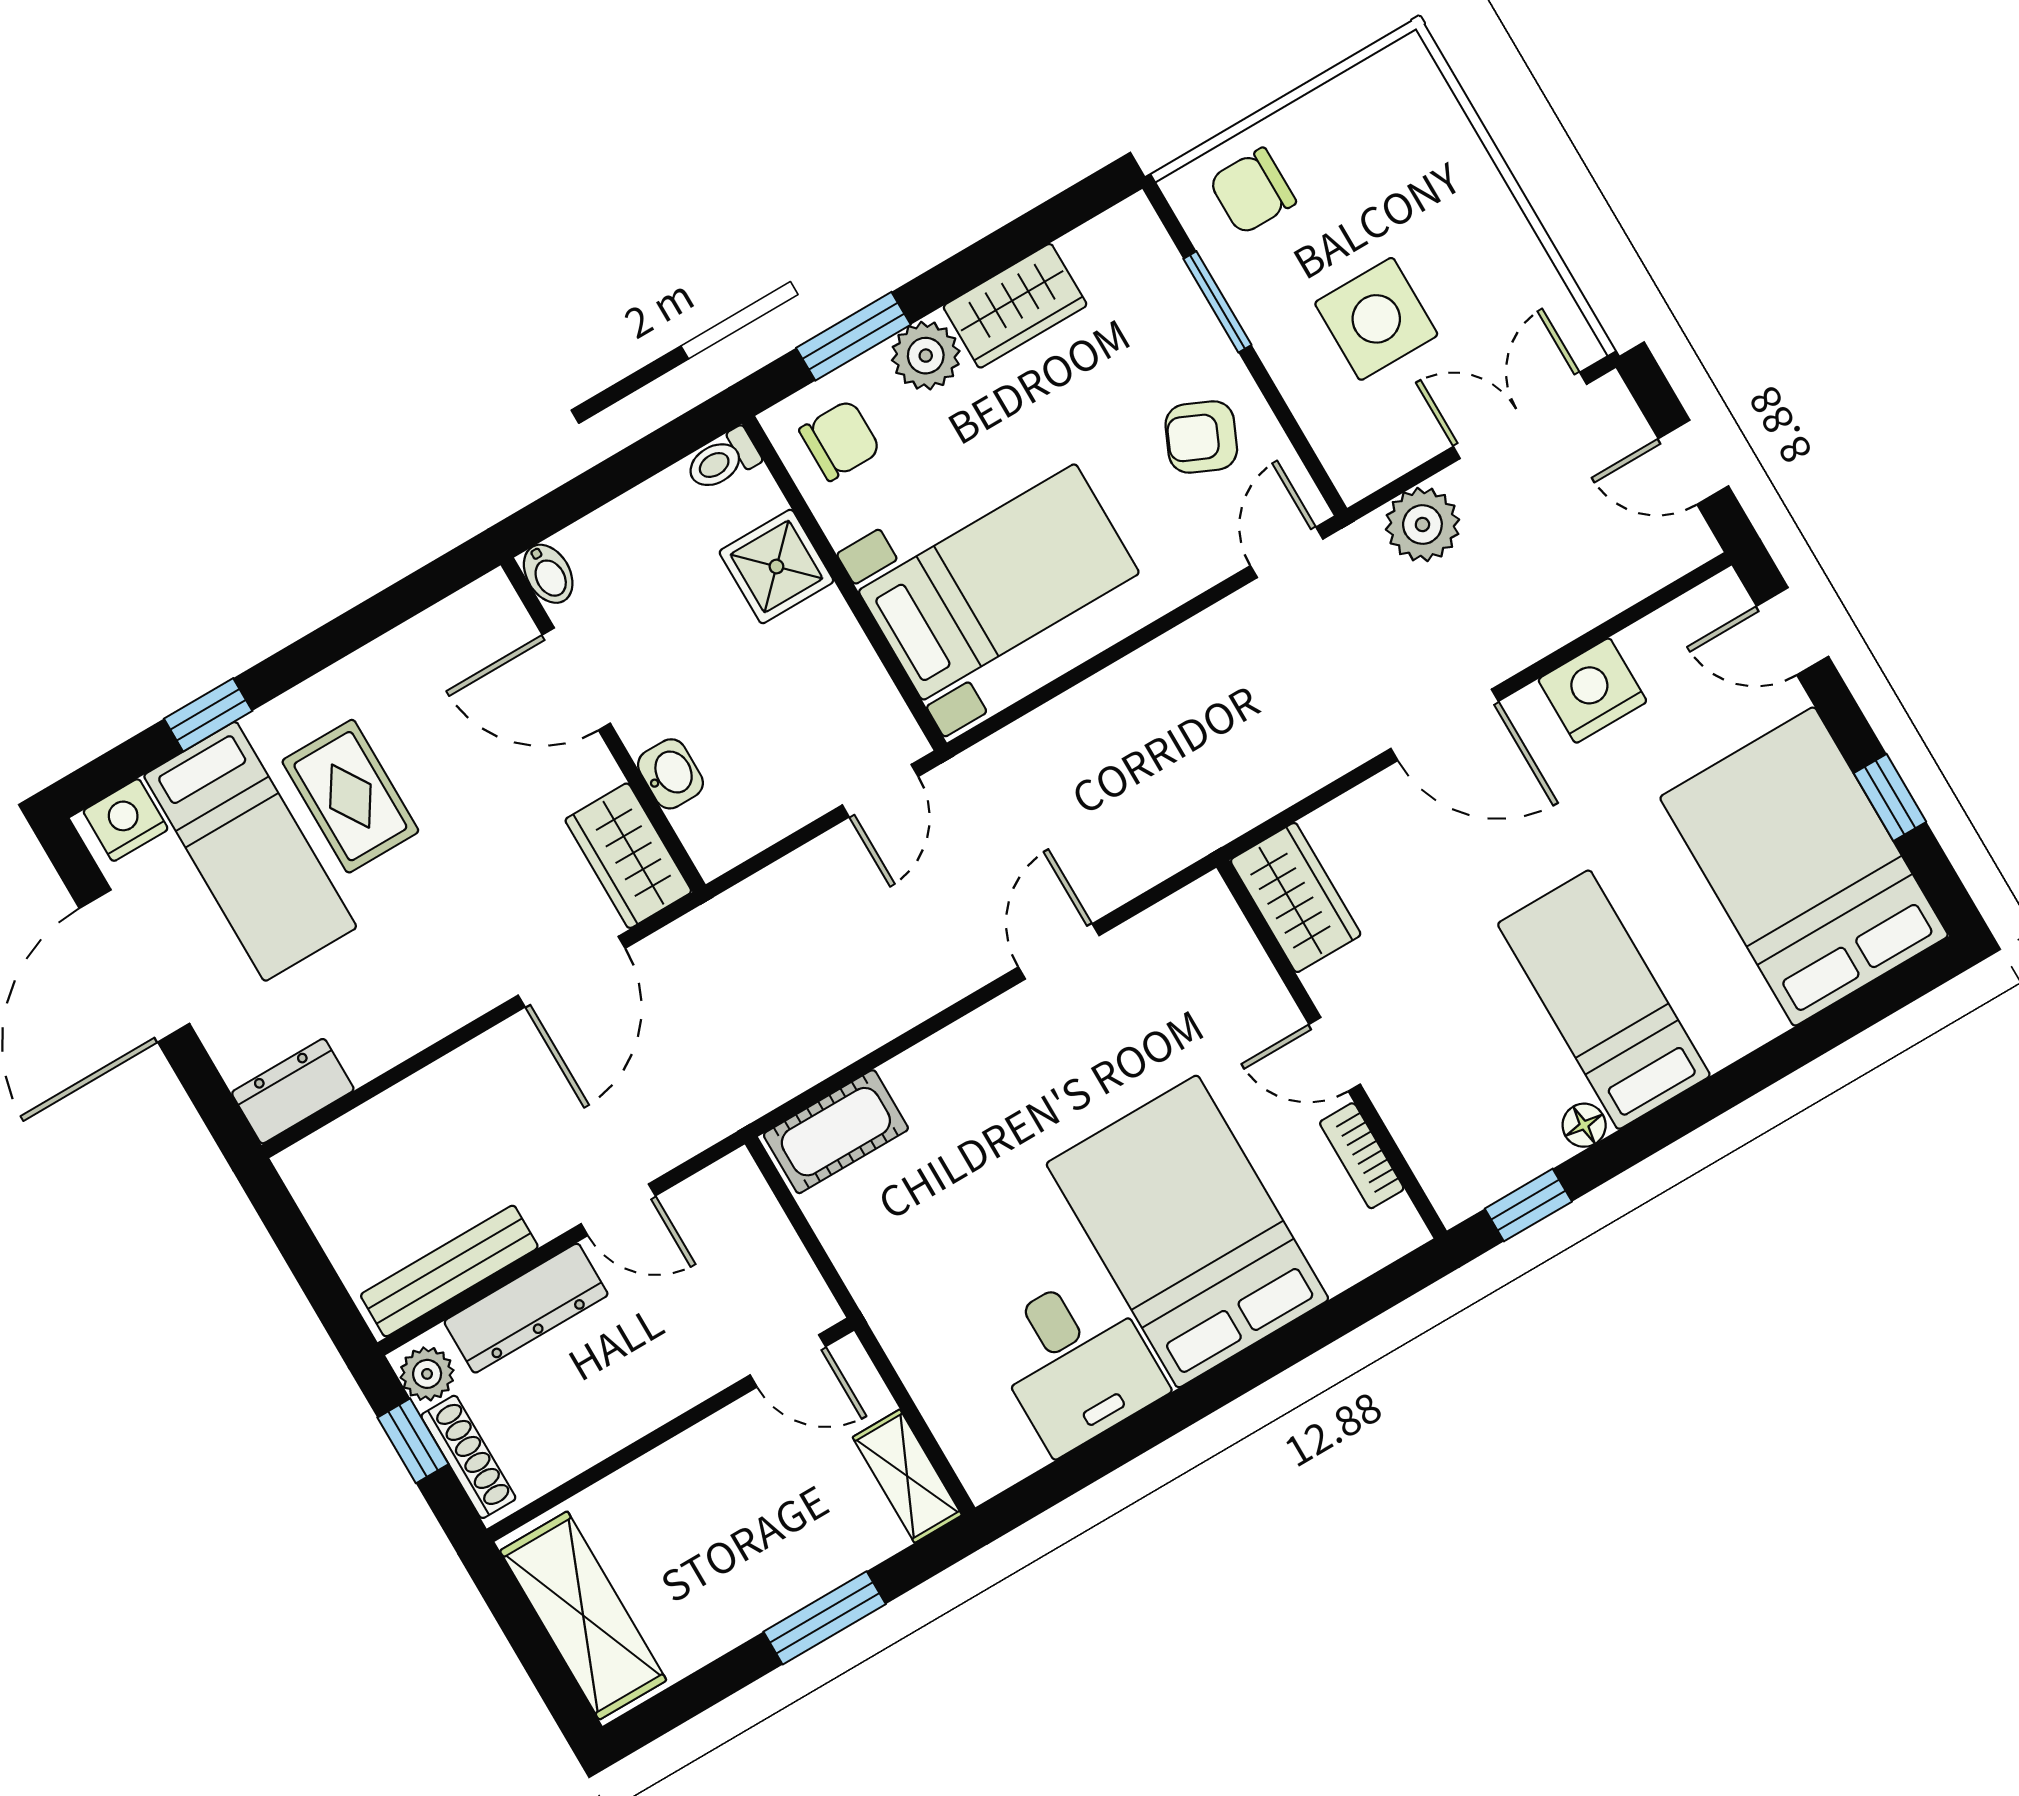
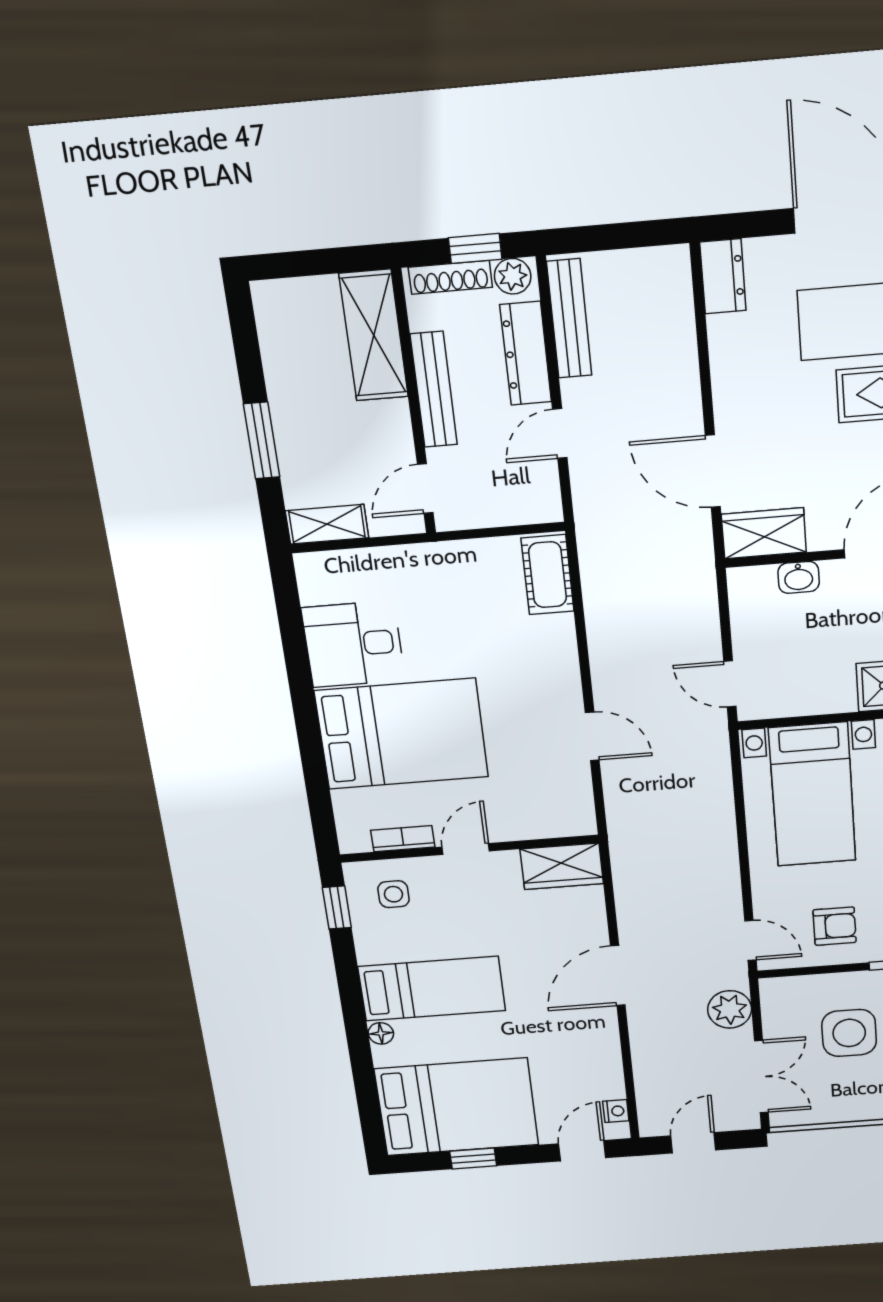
armchair: (1201, 437) -> (835, 926), turned 66
nightstand: (1592, 691) -> (616, 1111), moved, width x0.53, depth x0.56
floor lamp: (1584, 1125) -> (381, 1033), moved
side table: (1464, 1129) -> (393, 894), added
bench: (637, 1411) -> (434, 390), added
shelving: (583, 1615) -> (374, 335), moved, turned 90

